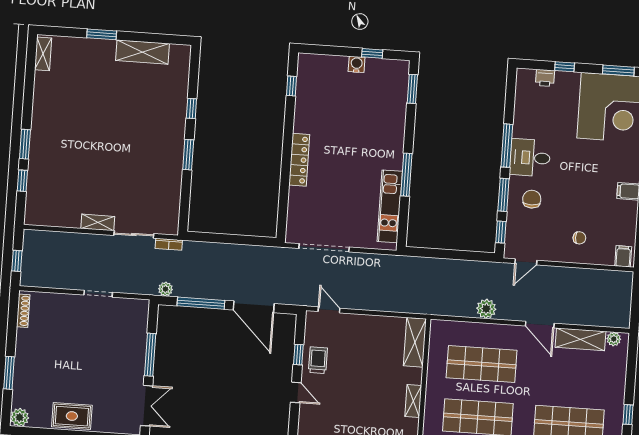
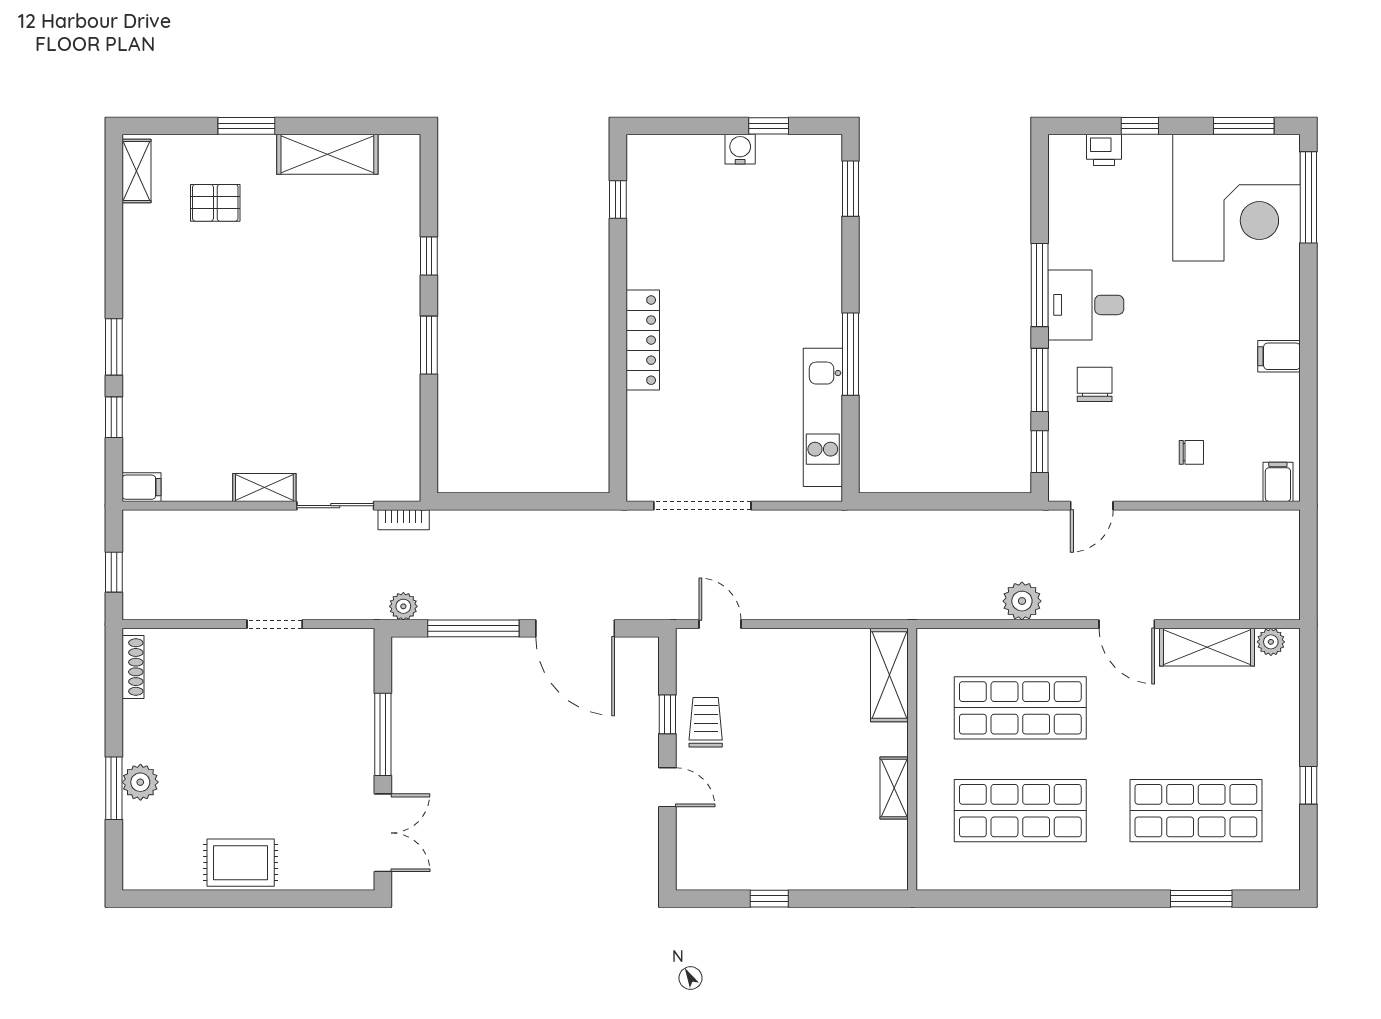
pallet: (83, 73) -> (215, 203), added
filing cabinet: (34, 218) -> (142, 487), added
plant: (20, 417) -> (140, 782), moved

